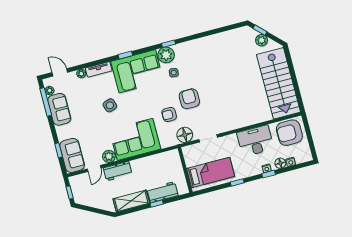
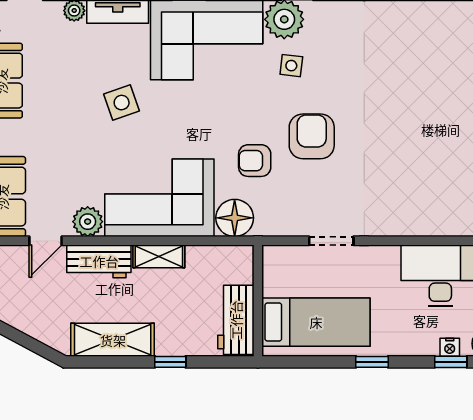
floor lamp: (185, 135) -> (235, 218), moved
shelving: (141, 163) -> (159, 256), added
workbench: (162, 192) -> (236, 320), moved, turned -90

